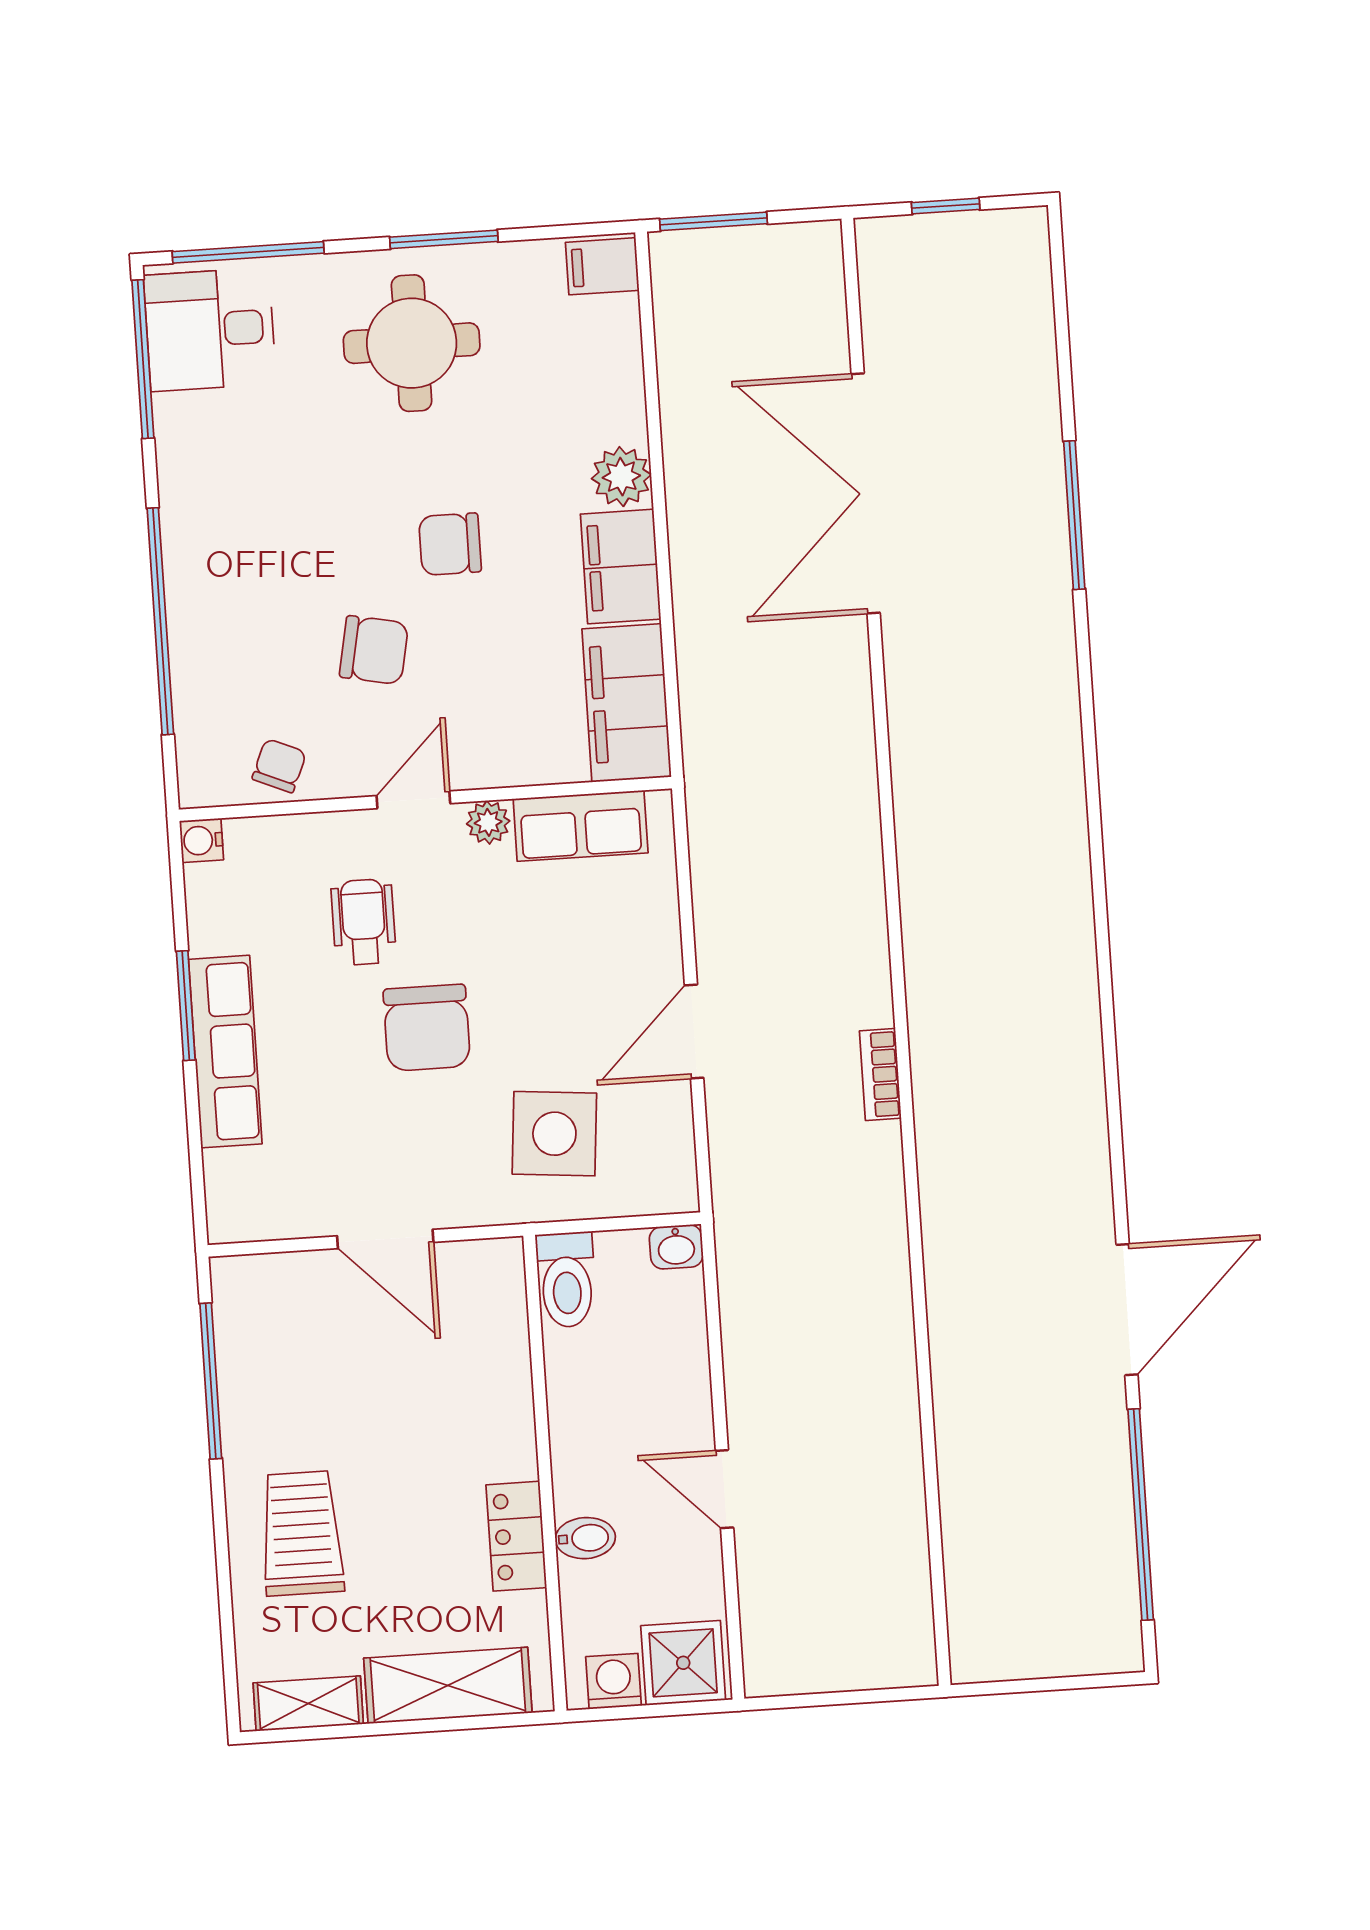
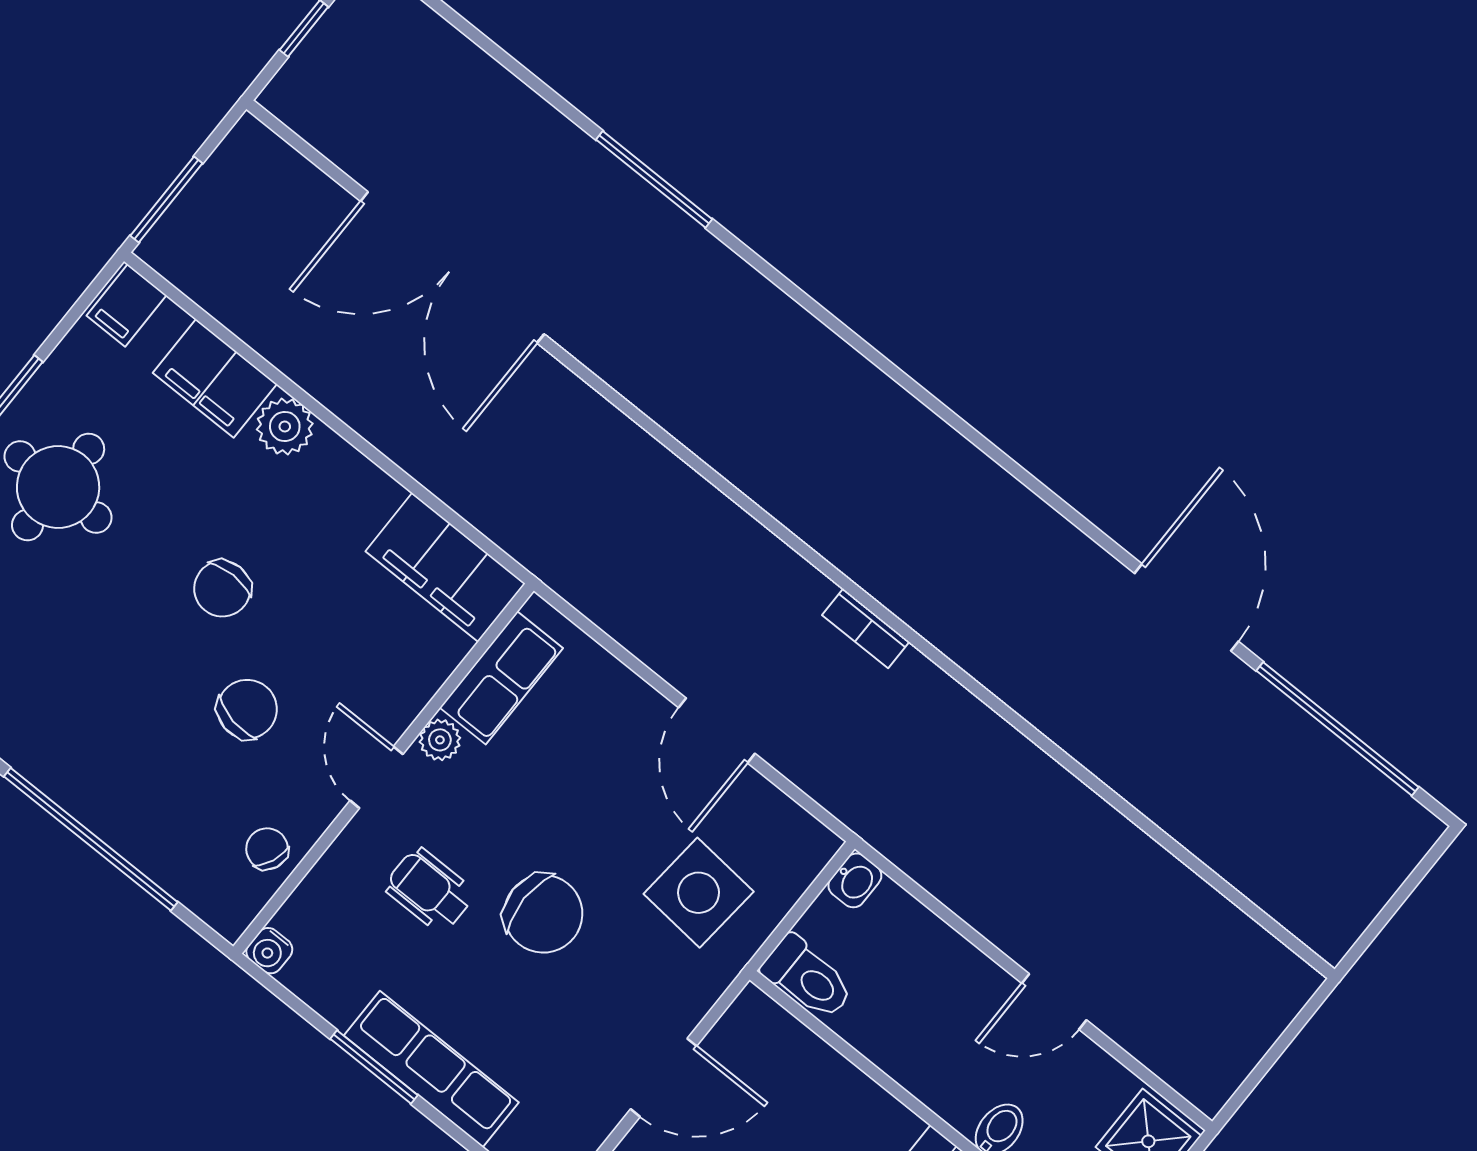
window: (1074, 515) -> (654, 179), moved
filing cabinet: (621, 567) -> (215, 378), moved

